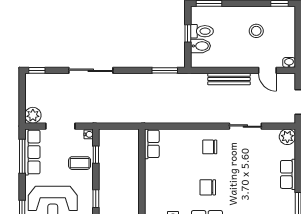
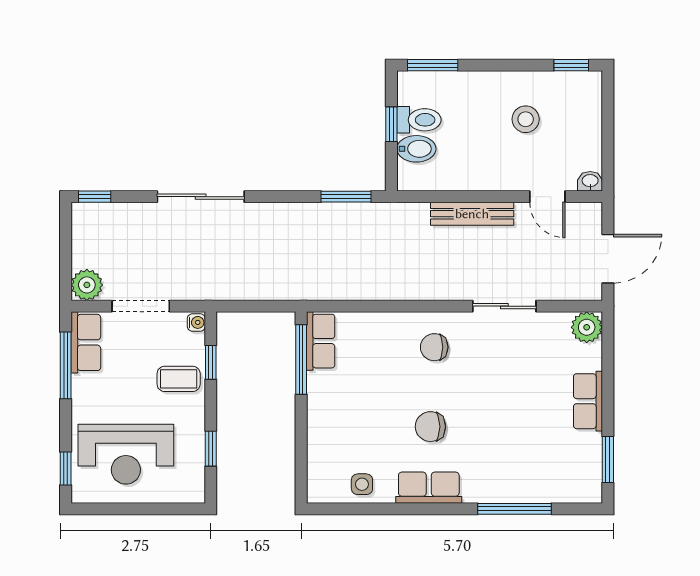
row of seats: (32, 152) -> (86, 342), width x0.68
window: (142, 153) -> (301, 360), added

